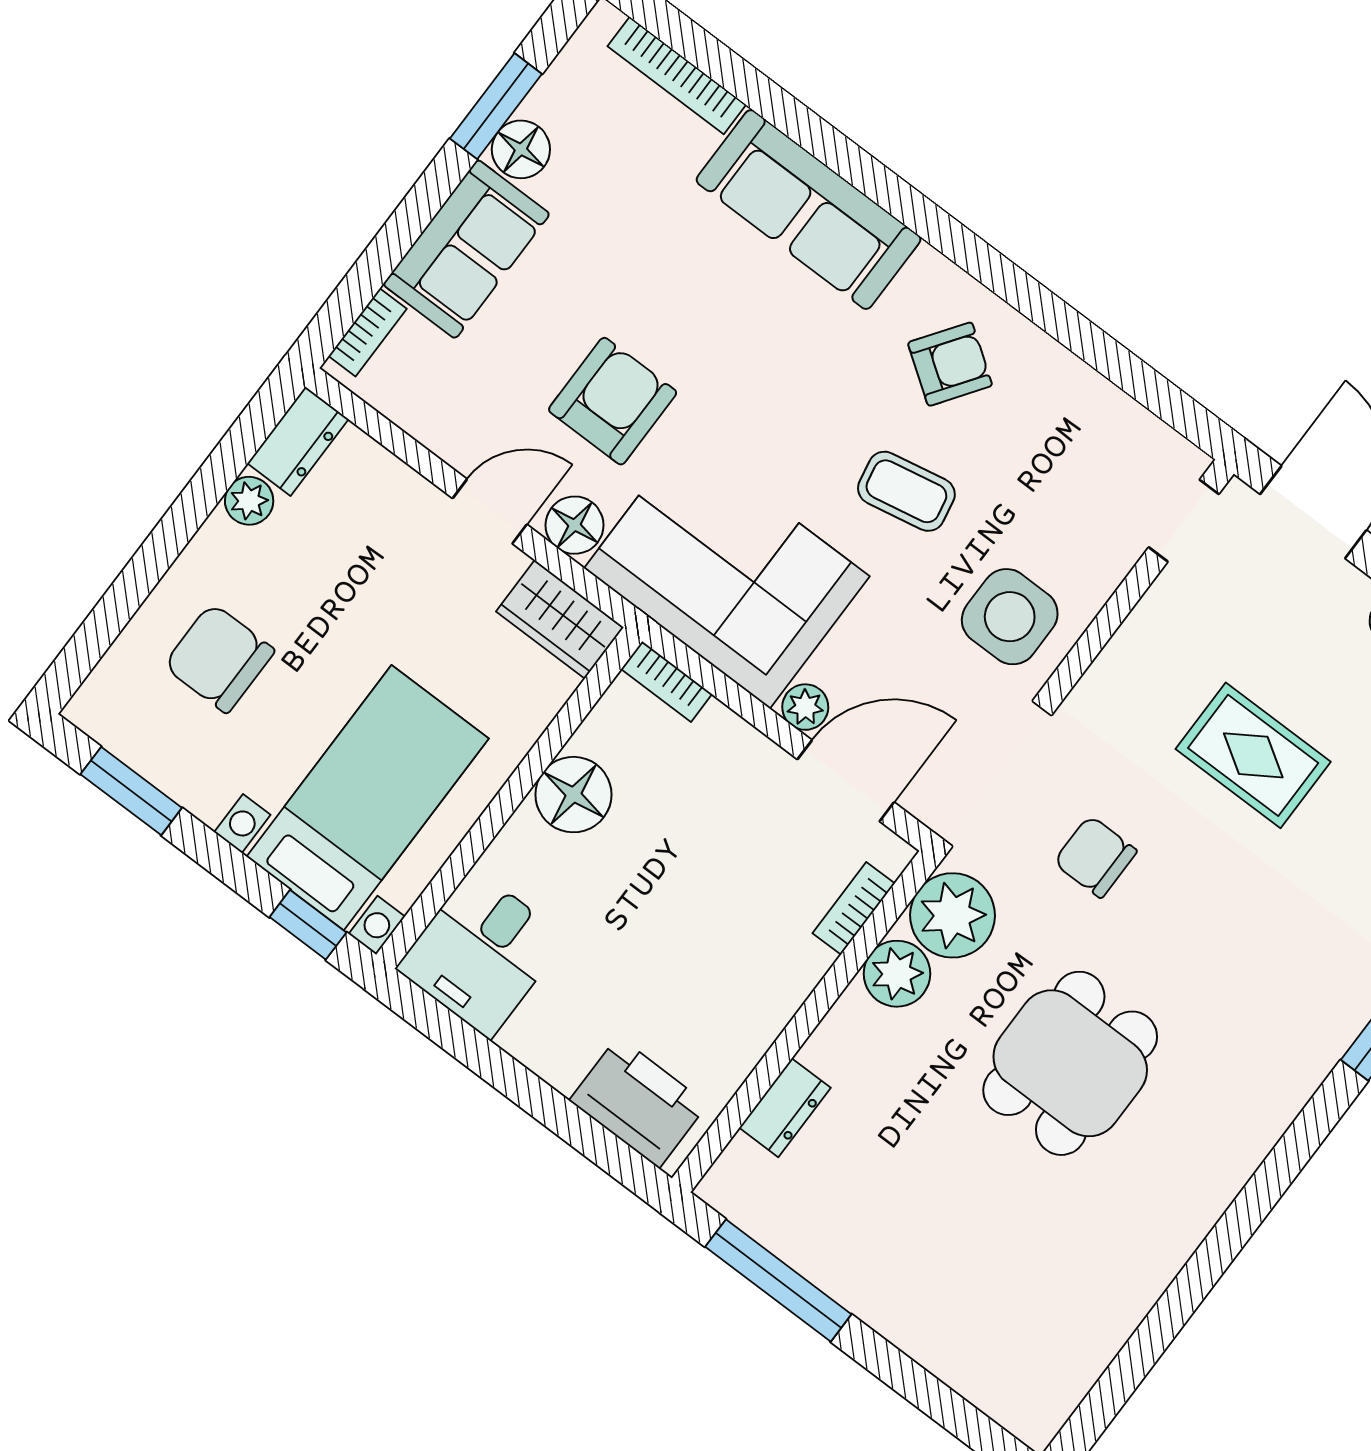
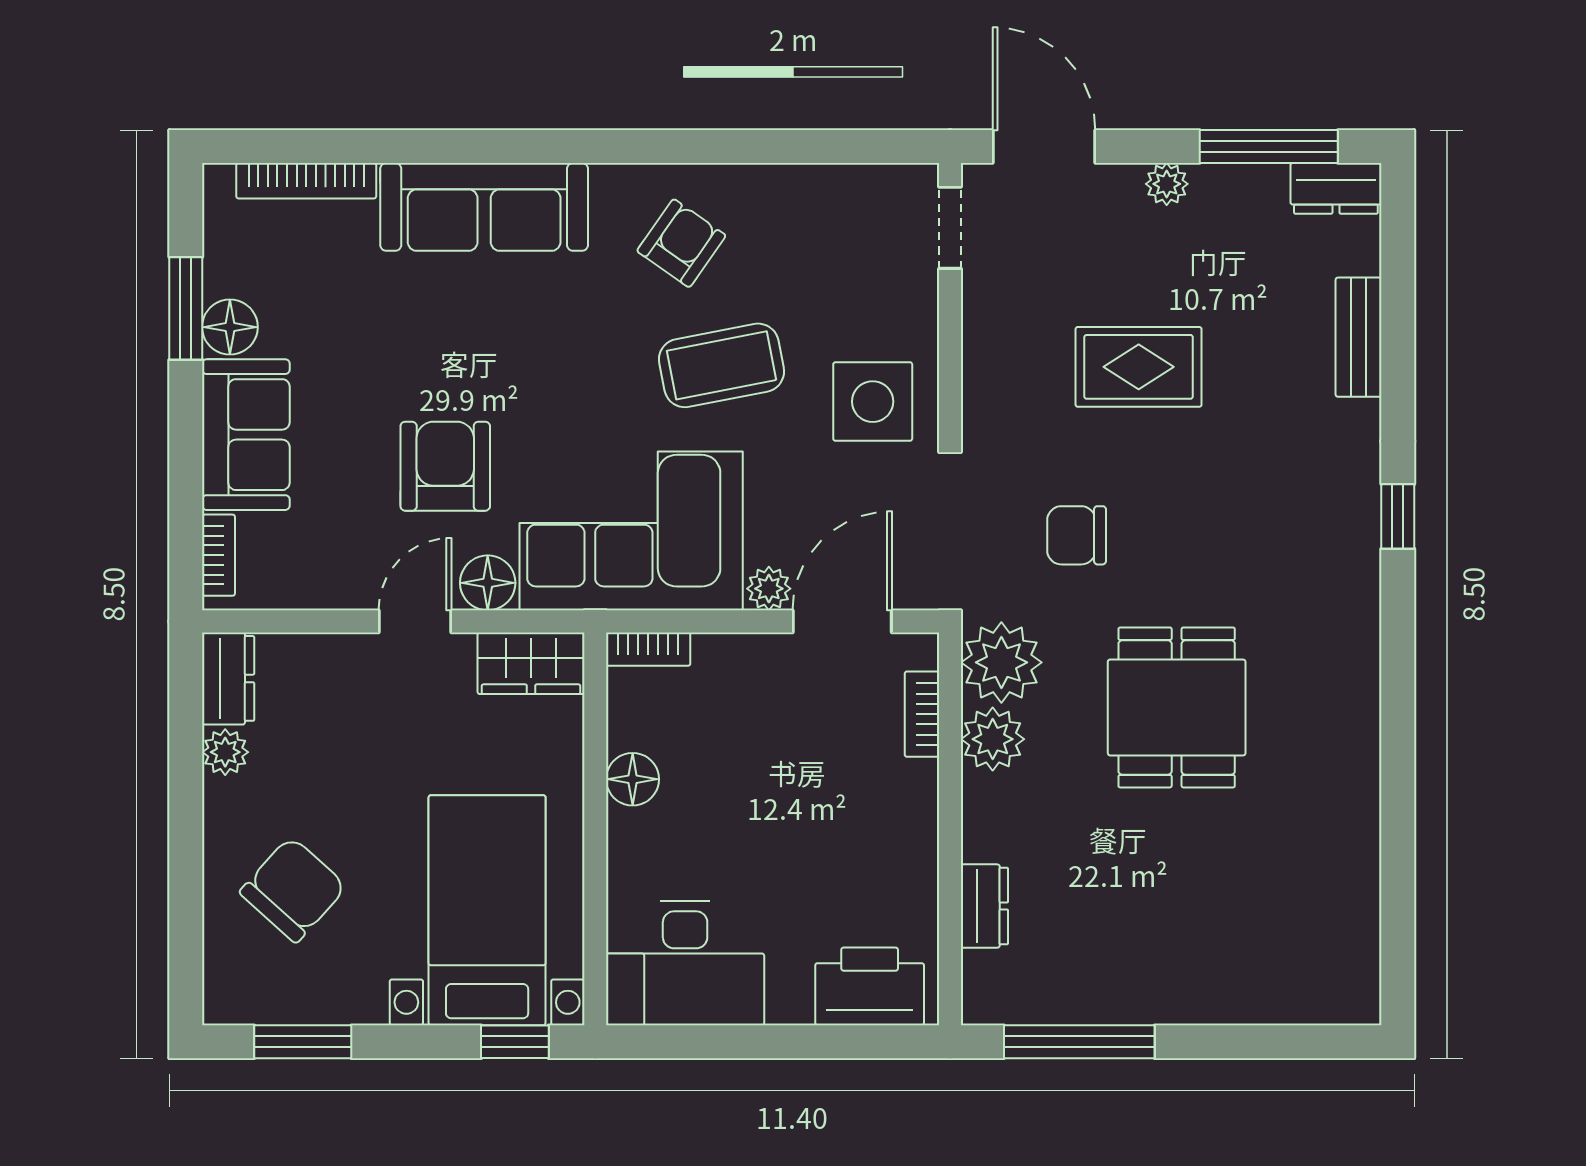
coffee table: (906, 491) -> (721, 365), width x1.36, depth x1.30
chair: (219, 658) -> (293, 889), turned 132
floor lamp: (573, 795) -> (633, 779), width x0.73, depth x0.73
desk: (481, 953) -> (685, 963), width x1.37

